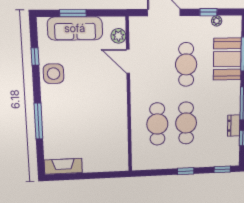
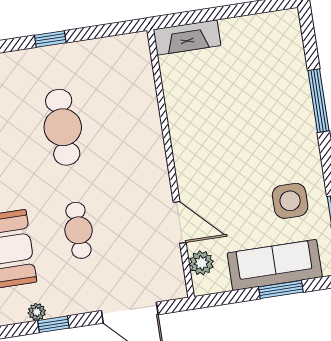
cafe table: (186, 64) -> (78, 230), width x0.73, depth x0.74
side table: (54, 74) -> (290, 201), moved
cafe table: (157, 124) -> (114, 119), removed
fireplace: (63, 166) -> (187, 37), moved

